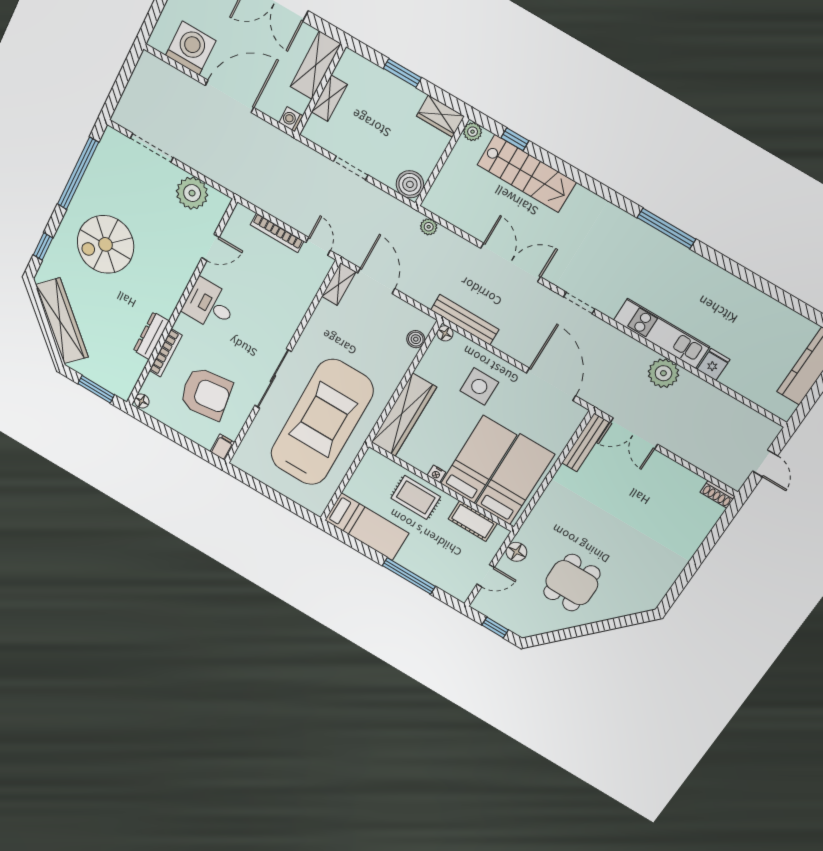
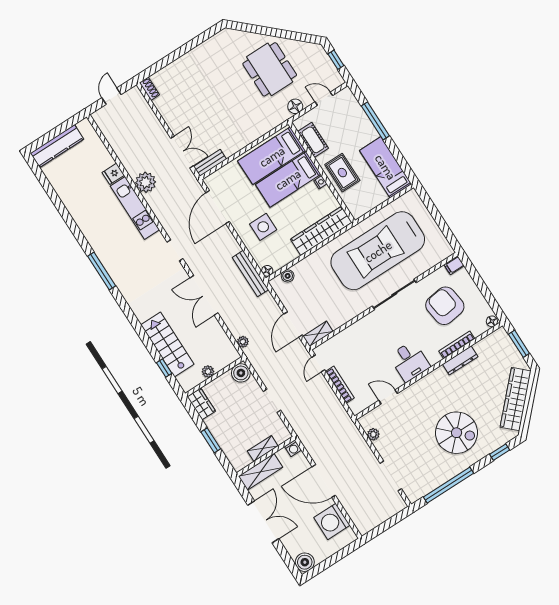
plant: (473, 132) -> (208, 372), moved
plant: (192, 193) -> (373, 434), width x0.53, depth x0.53
bench: (585, 443) -> (210, 163), width x0.73
dining table: (572, 583) -> (270, 69), width x1.38

